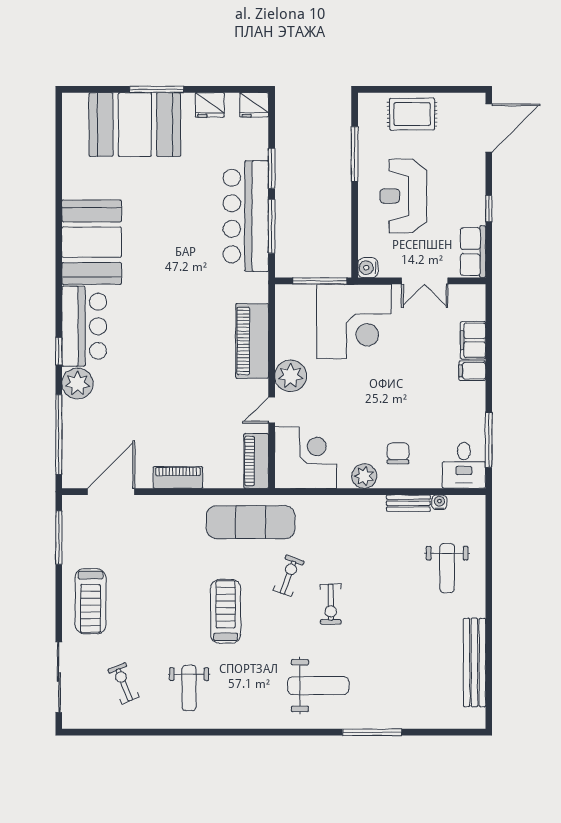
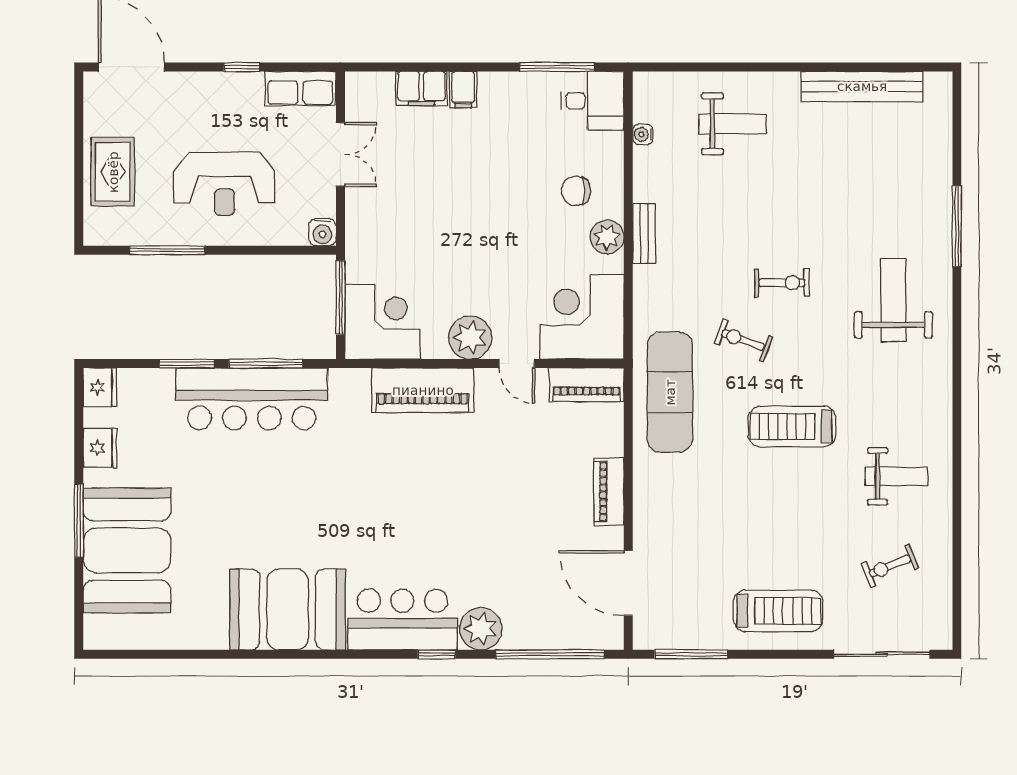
corner desk: (354, 321) -> (382, 322), moved, width x0.74, depth x0.74
bench: (408, 503) -> (644, 233), moved

